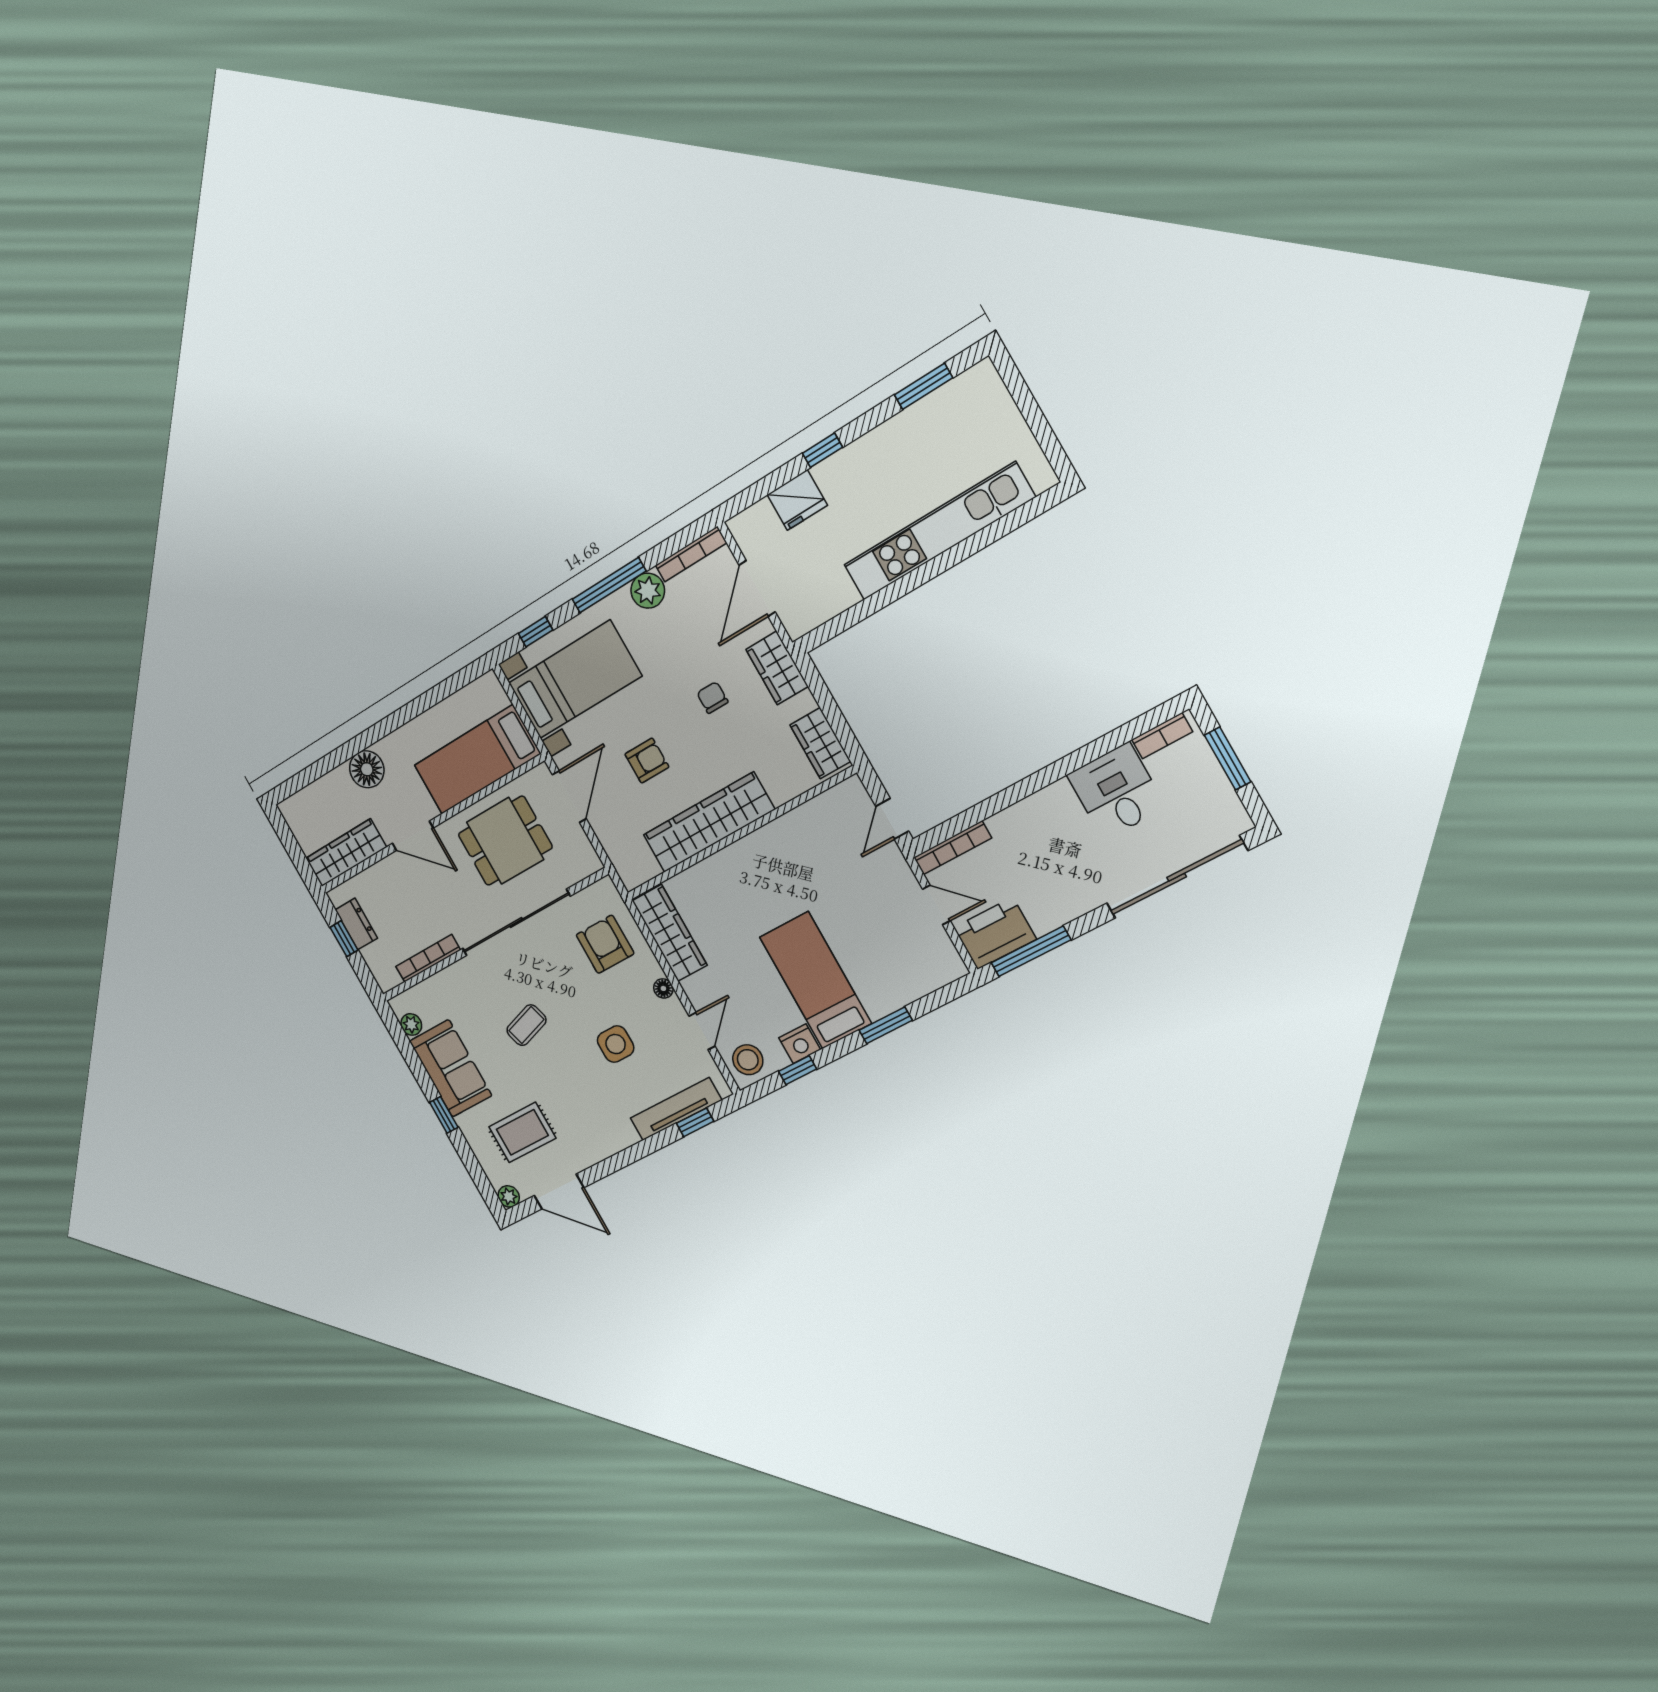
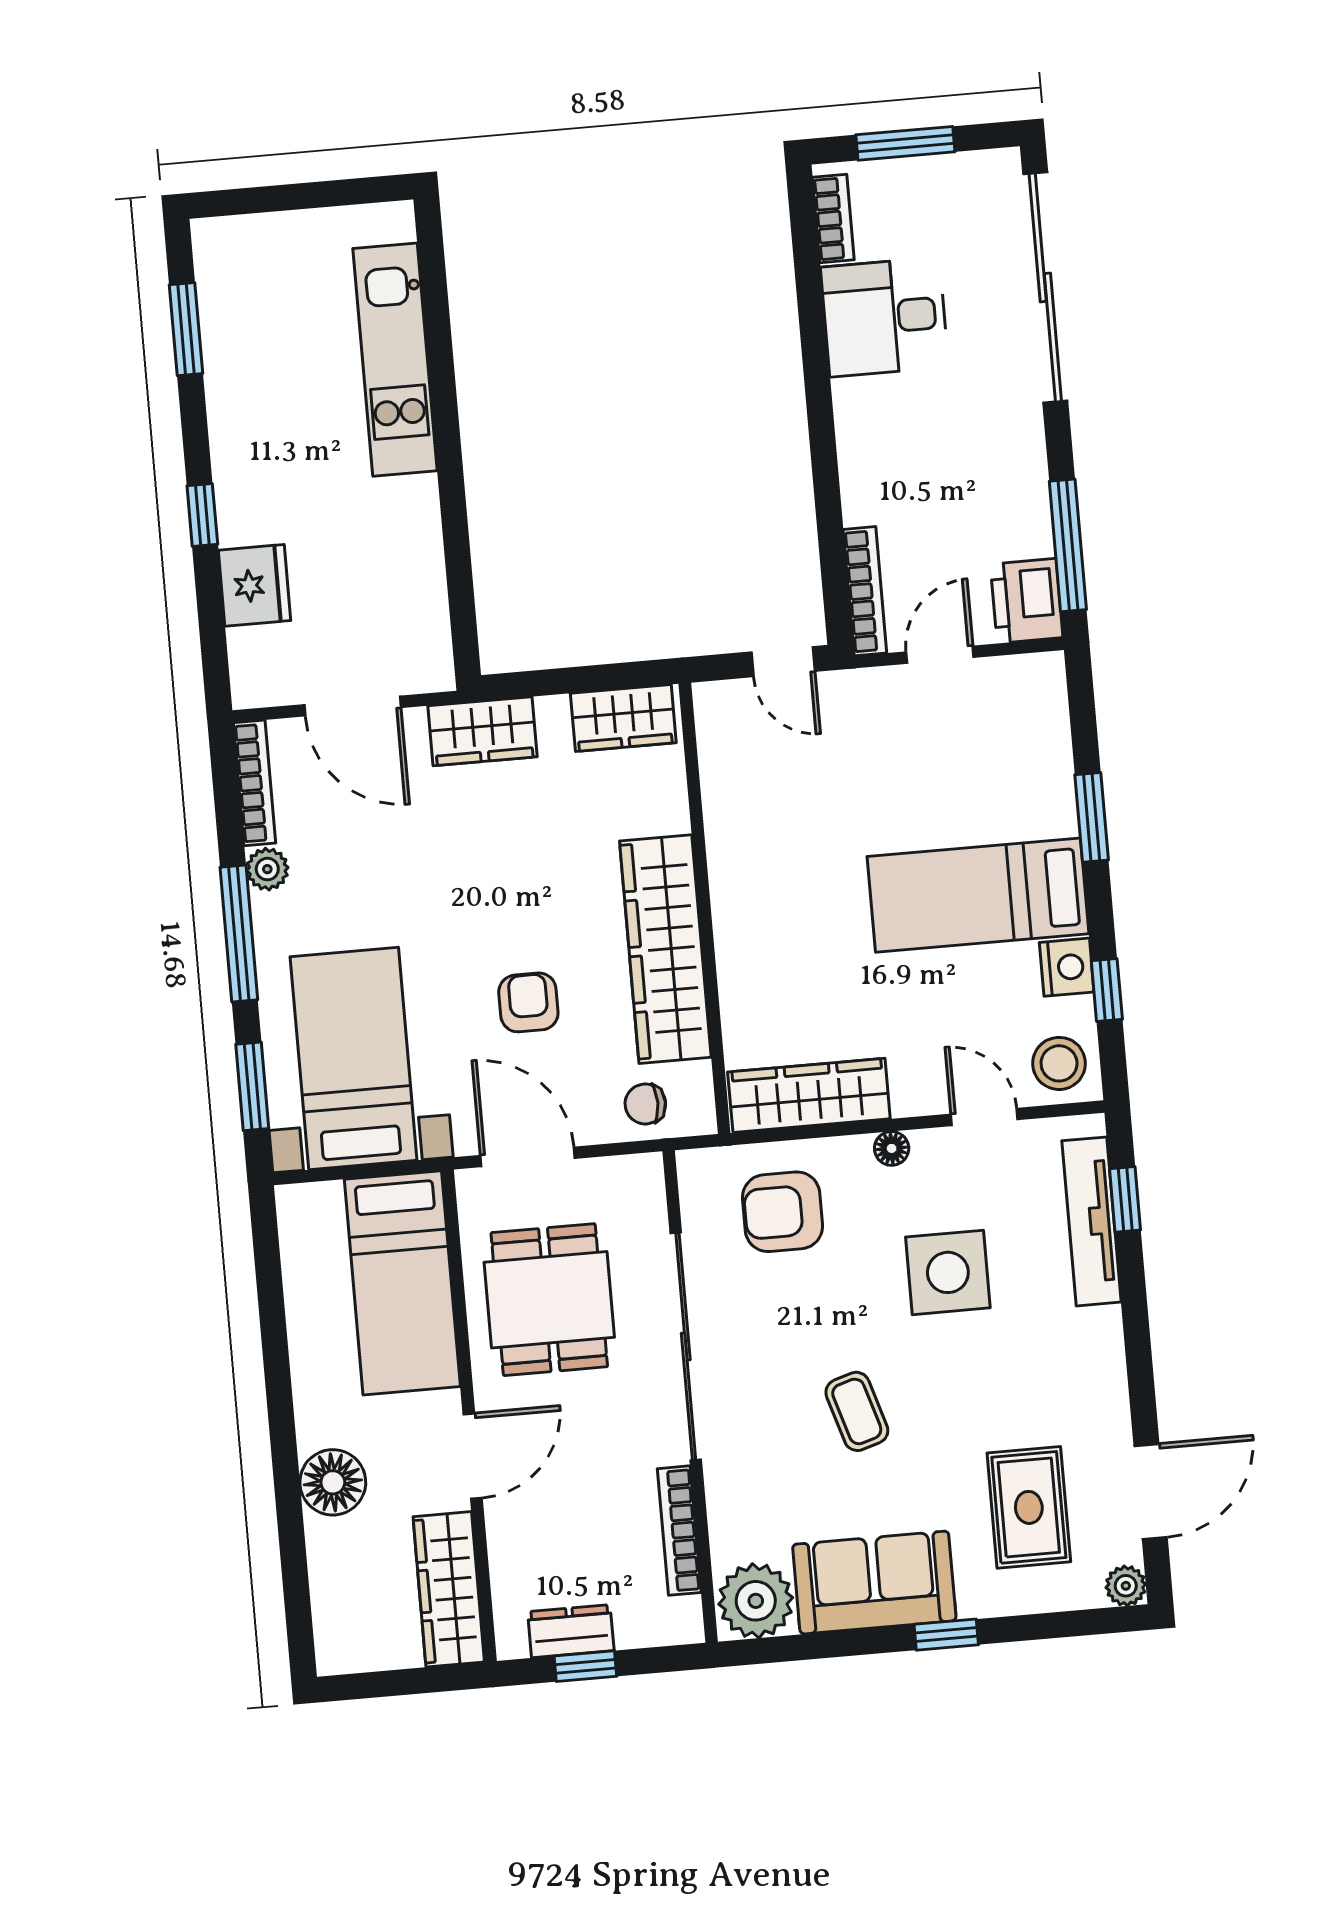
kitchen unit: (939, 531) -> (395, 360), width x0.73
plant: (648, 591) -> (267, 869), width x0.73, depth x0.73
window: (536, 632) -> (252, 1086), width x1.50
chair: (712, 698) -> (645, 1104), moved
printer: (995, 933) -> (1027, 601), width x0.73, depth x0.84
plant: (411, 1024) -> (756, 1601), width x1.88, depth x1.88
side table: (616, 1044) -> (948, 1272), width x1.37, depth x1.37

